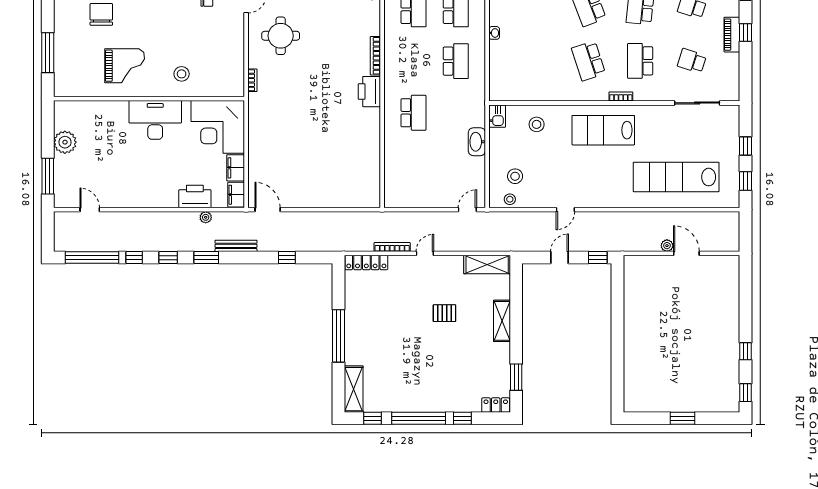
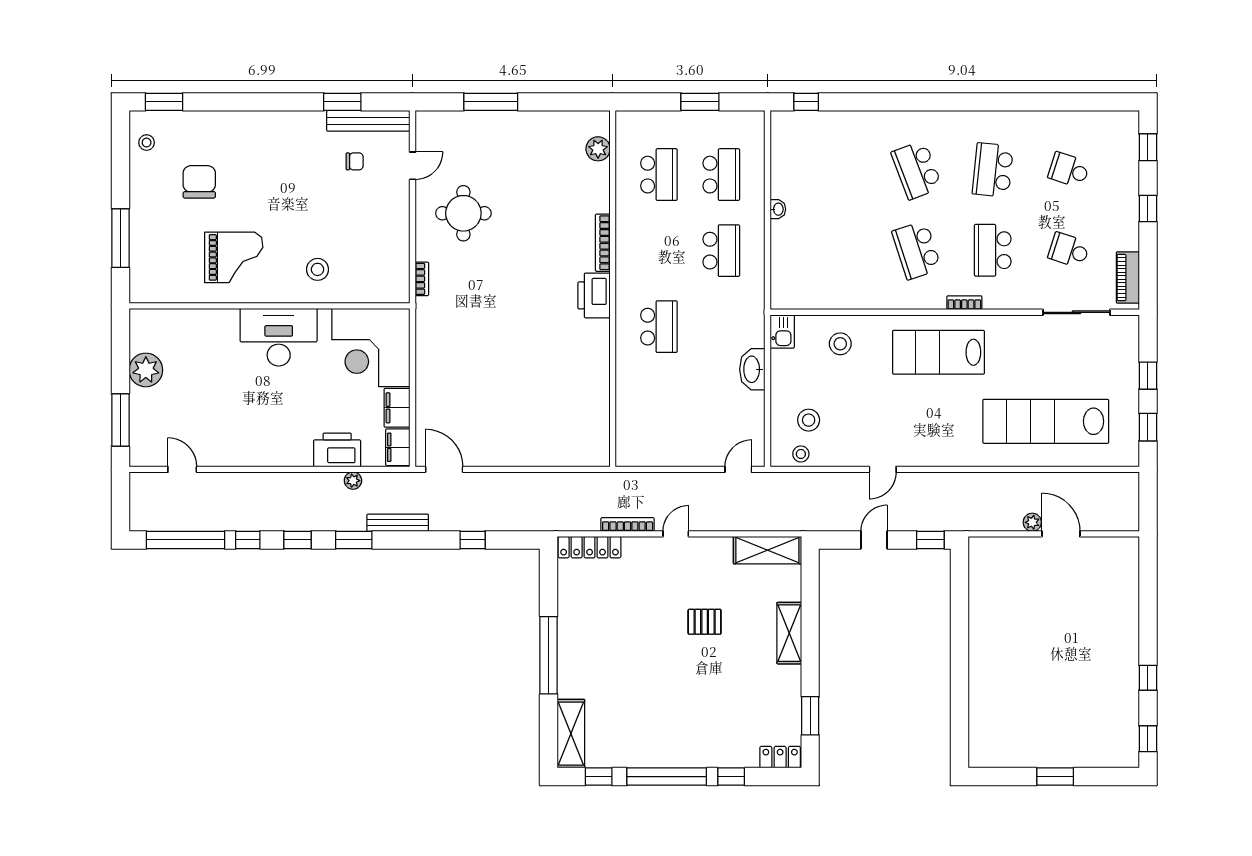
piano: (732, 35) -> (1128, 278), moved

